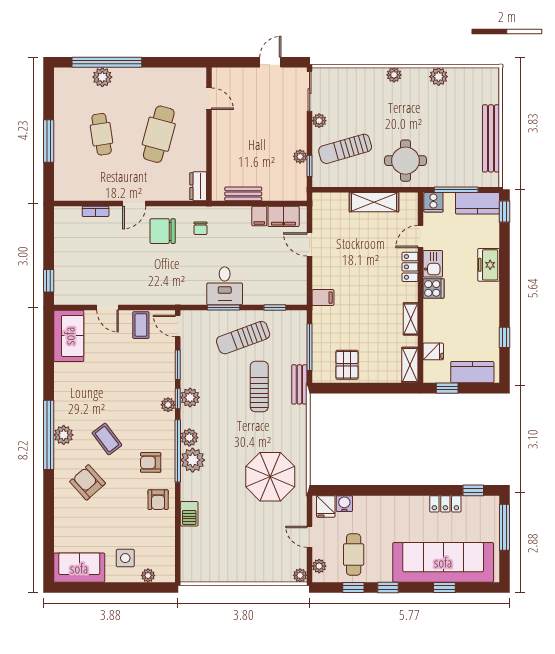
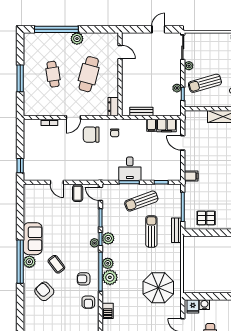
plant: (102, 77) -> (77, 39), moved
sofa: (69, 336) -> (33, 239), moved
pallet: (347, 365) -> (206, 218), turned 90

